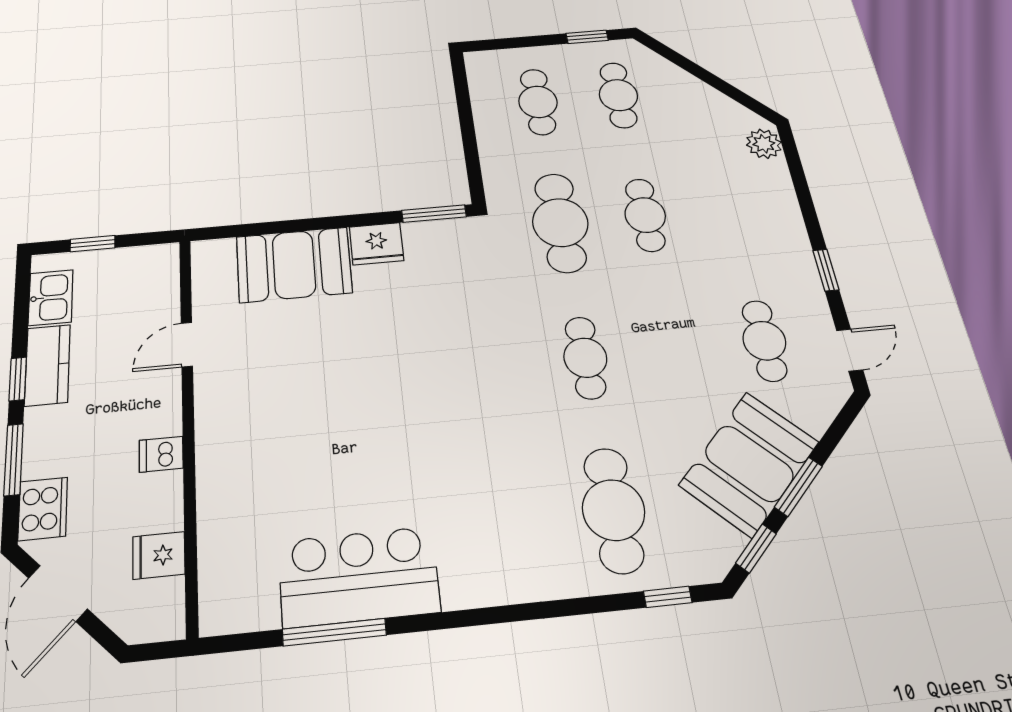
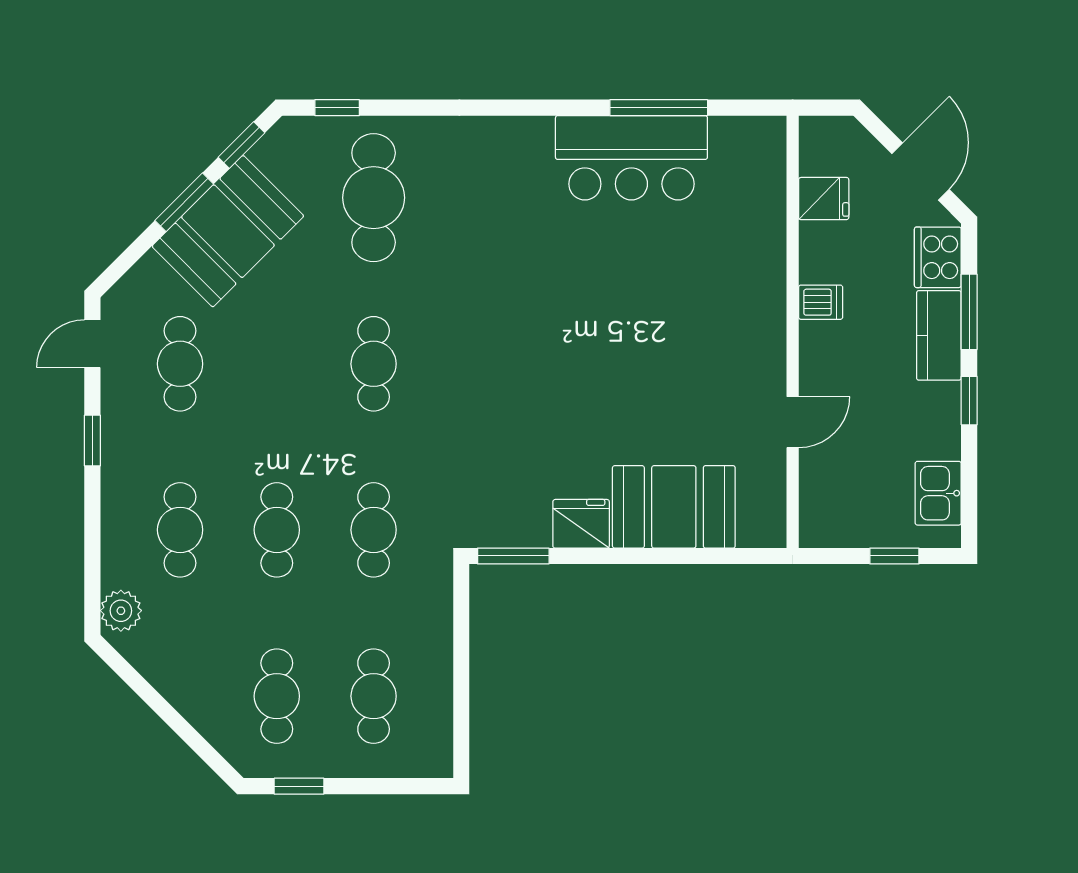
cafe table: (730, 208) -> (180, 530), added
cafe table: (560, 223) -> (374, 530), width x0.73, depth x0.74
kitchen counter: (47, 365) -> (939, 335), moved

